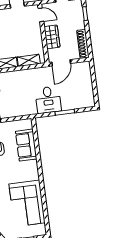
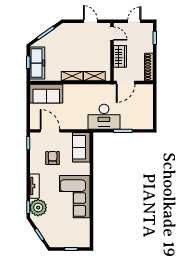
desk: (48, 100) -> (104, 117), width x1.37
sofa: (26, 145) -> (81, 147), moved
corner sofa: (27, 203) -> (75, 197), moved

